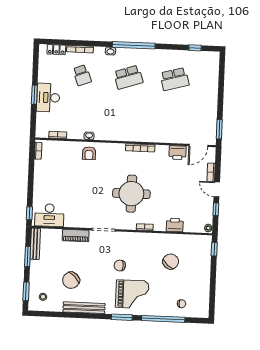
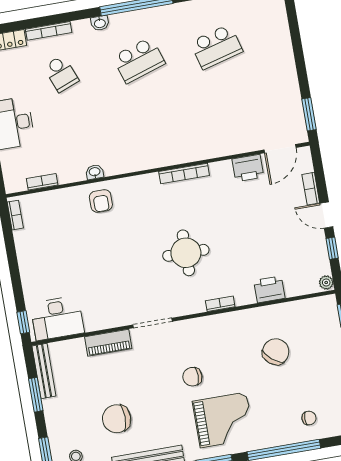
round table: (131, 194) -> (186, 253), width x0.73, depth x0.73
chair: (71, 280) -> (117, 419), turned 44

